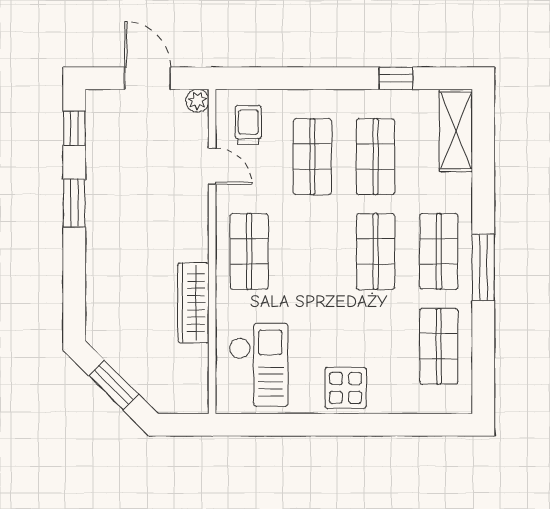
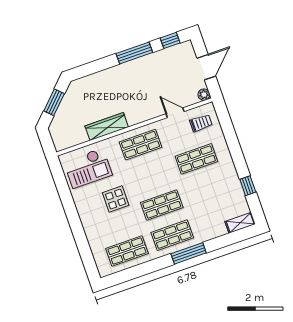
shelving: (456, 130) -> (240, 223), width x0.67, depth x0.75
shop shelf: (376, 157) -> (207, 189), removed
door: (212, 166) -> (175, 113), swing flipped
window: (74, 203) -> (134, 53), width x1.44
window: (483, 267) -> (189, 253), moved
display table: (346, 388) -> (116, 199), moved

